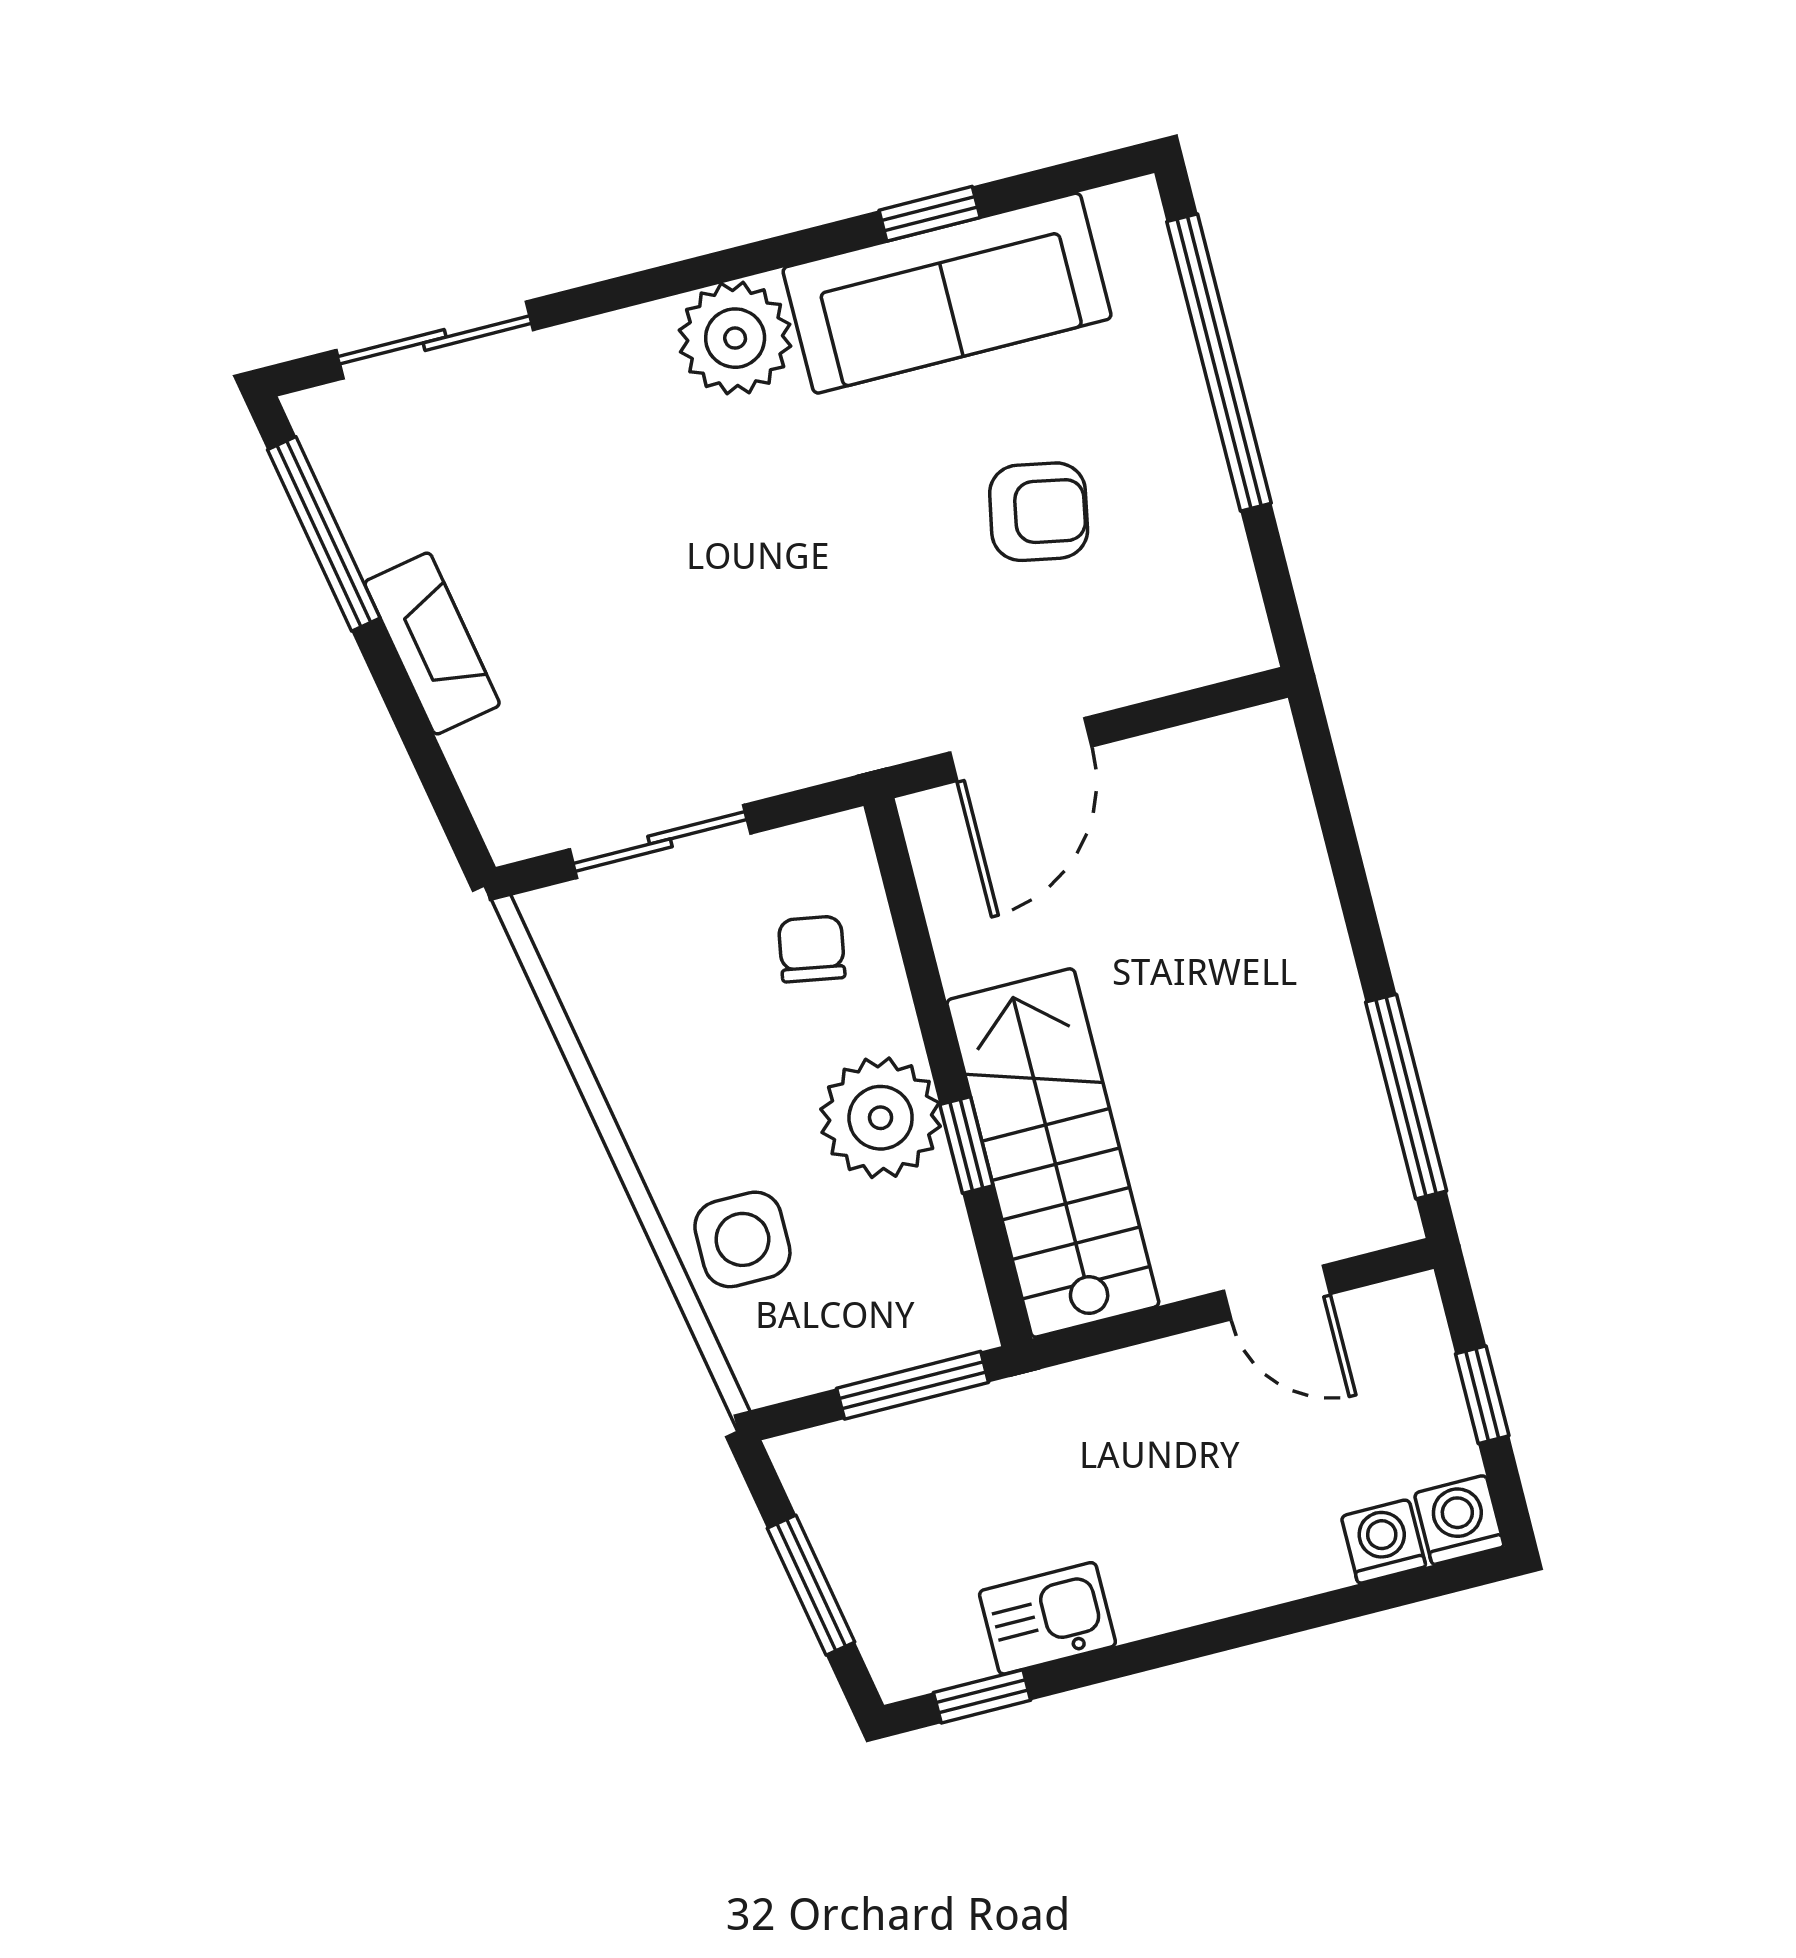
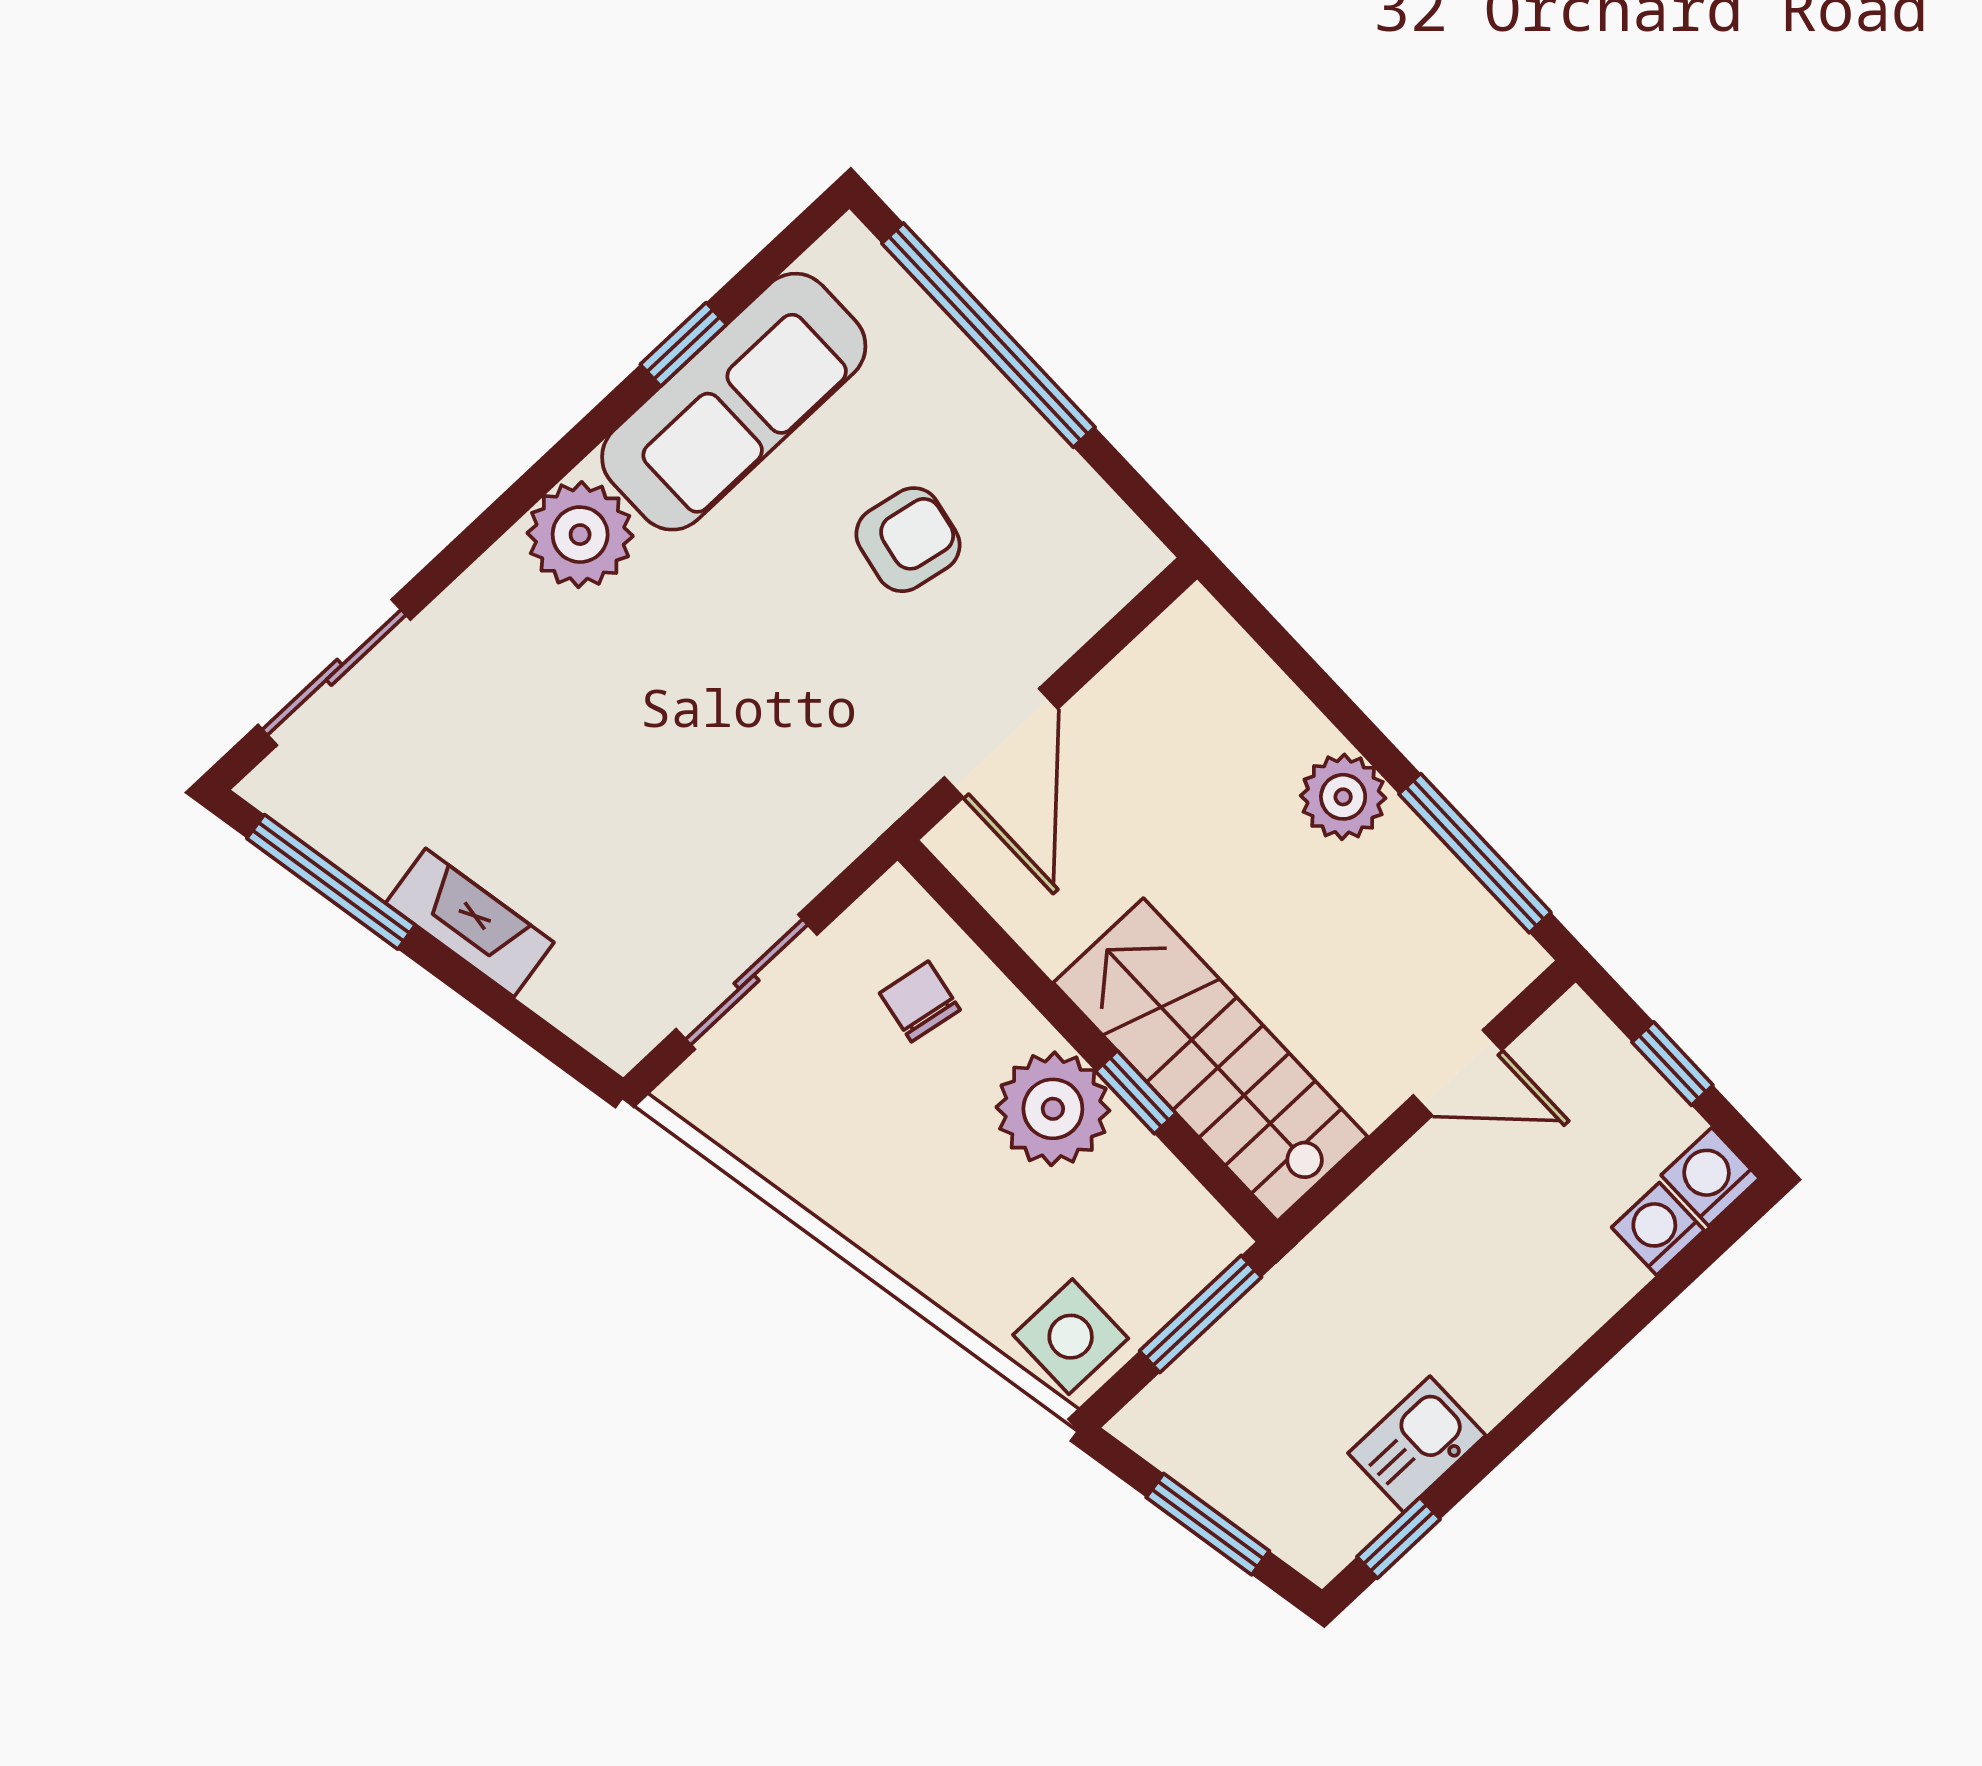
plant: (1312, 976) -> (1343, 797), added
side table: (742, 1239) -> (1071, 1337), moved

